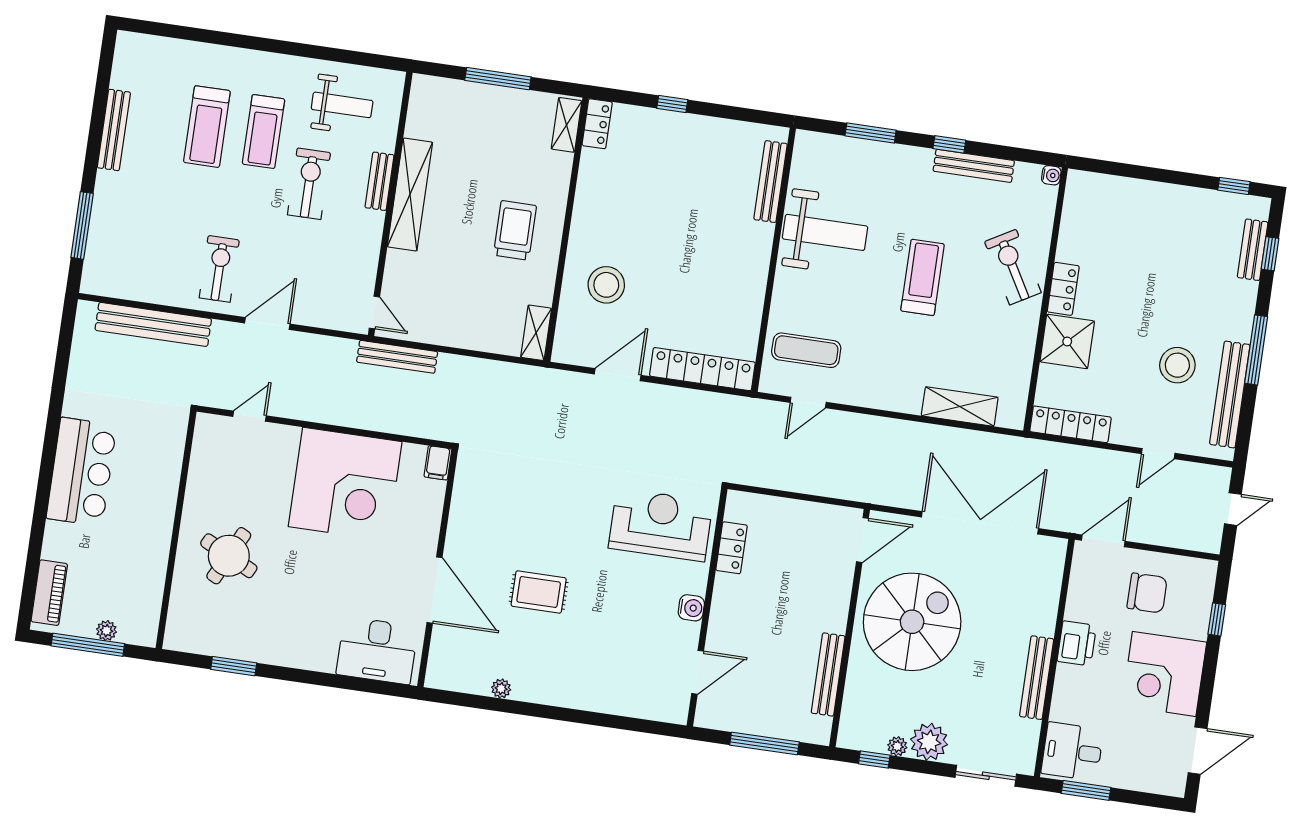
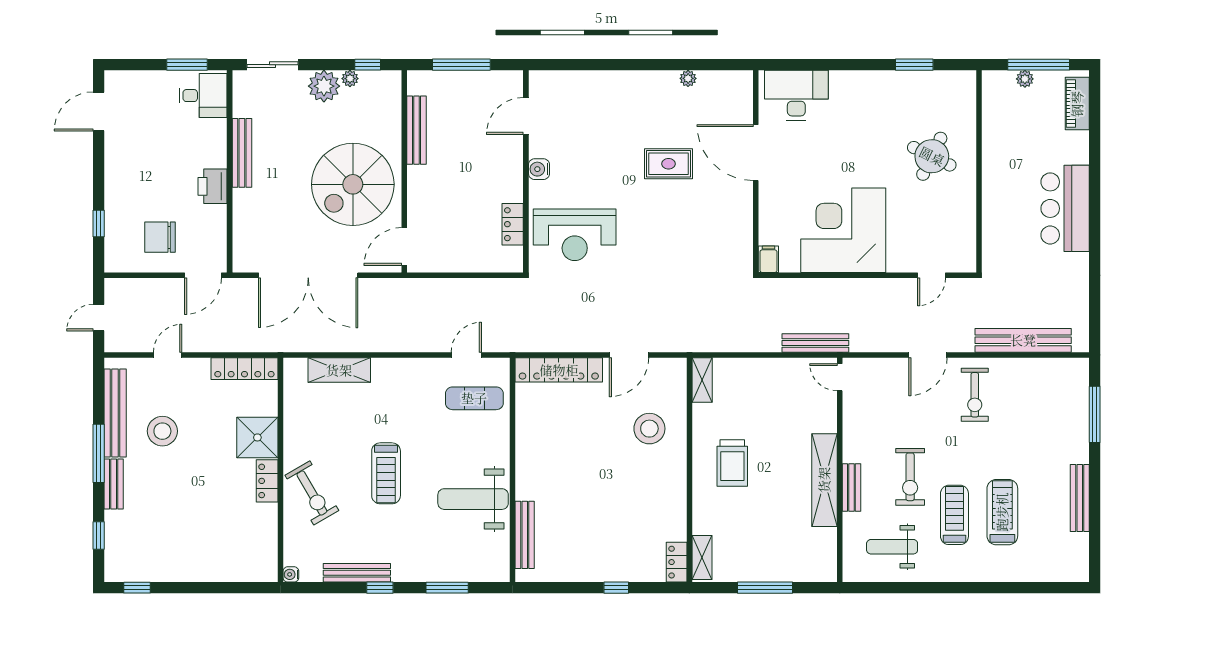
bench: (1253, 250) -> (114, 484), moved
corner desk: (1164, 674) -> (136, 172), removed

